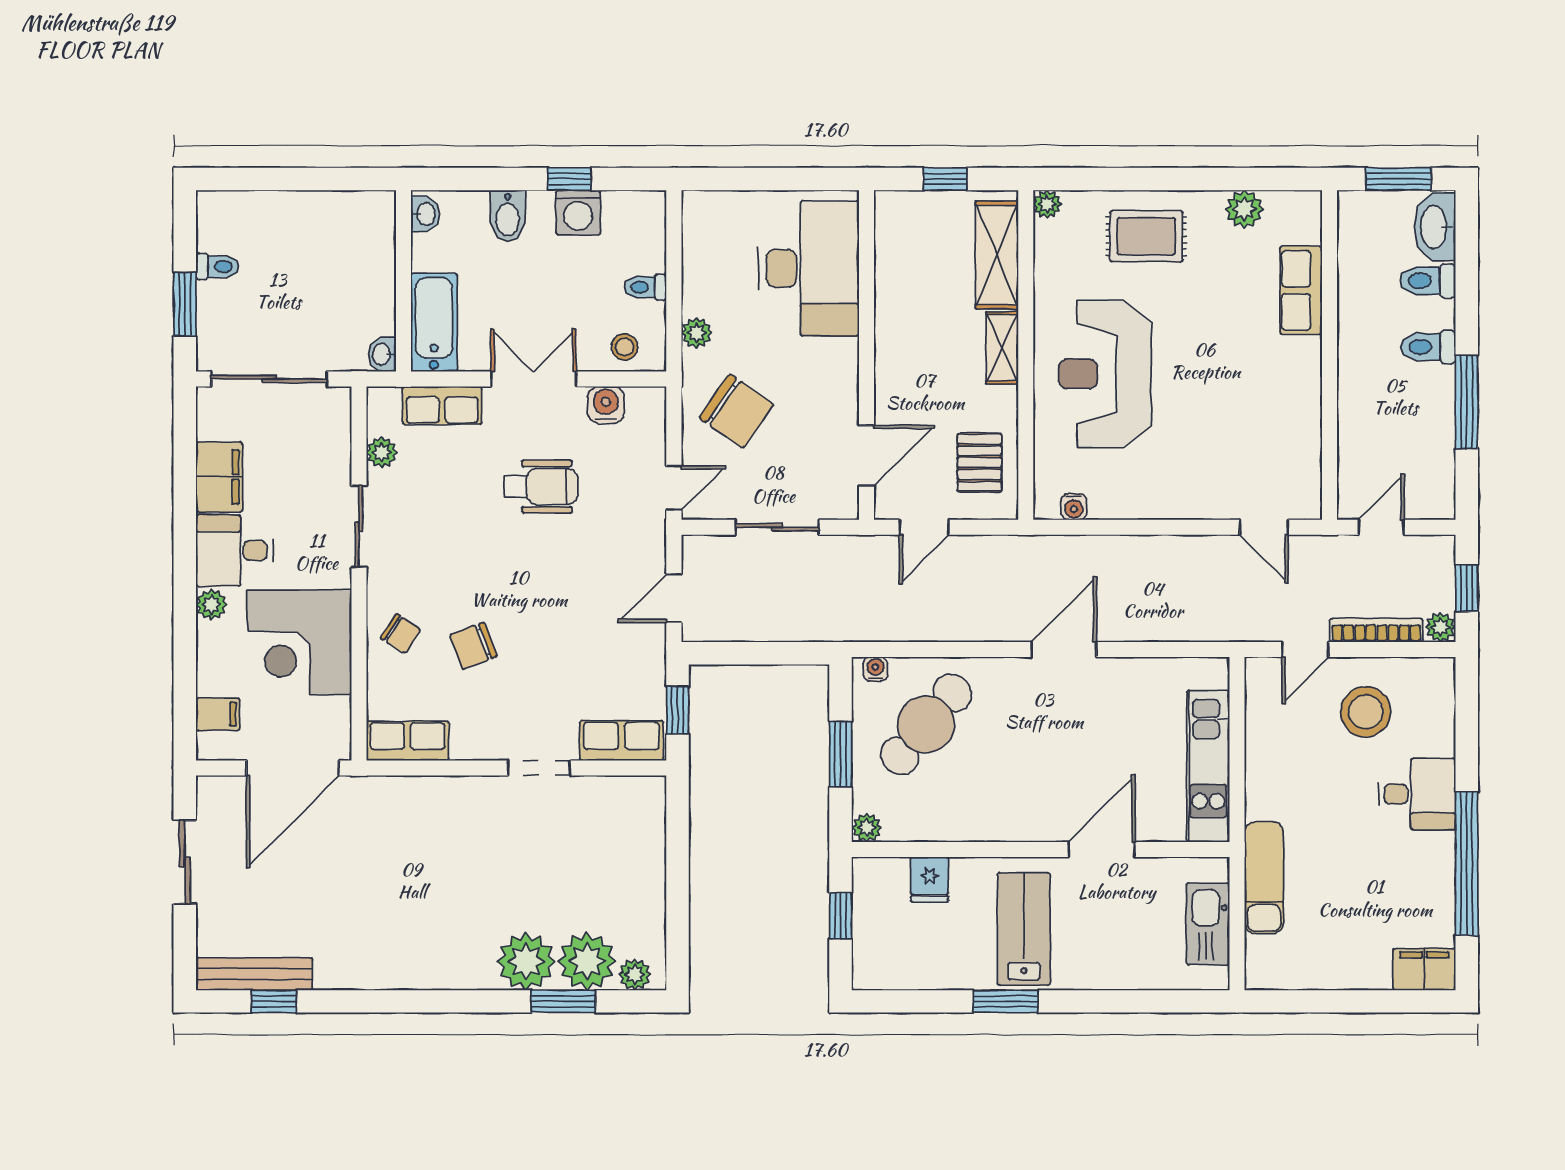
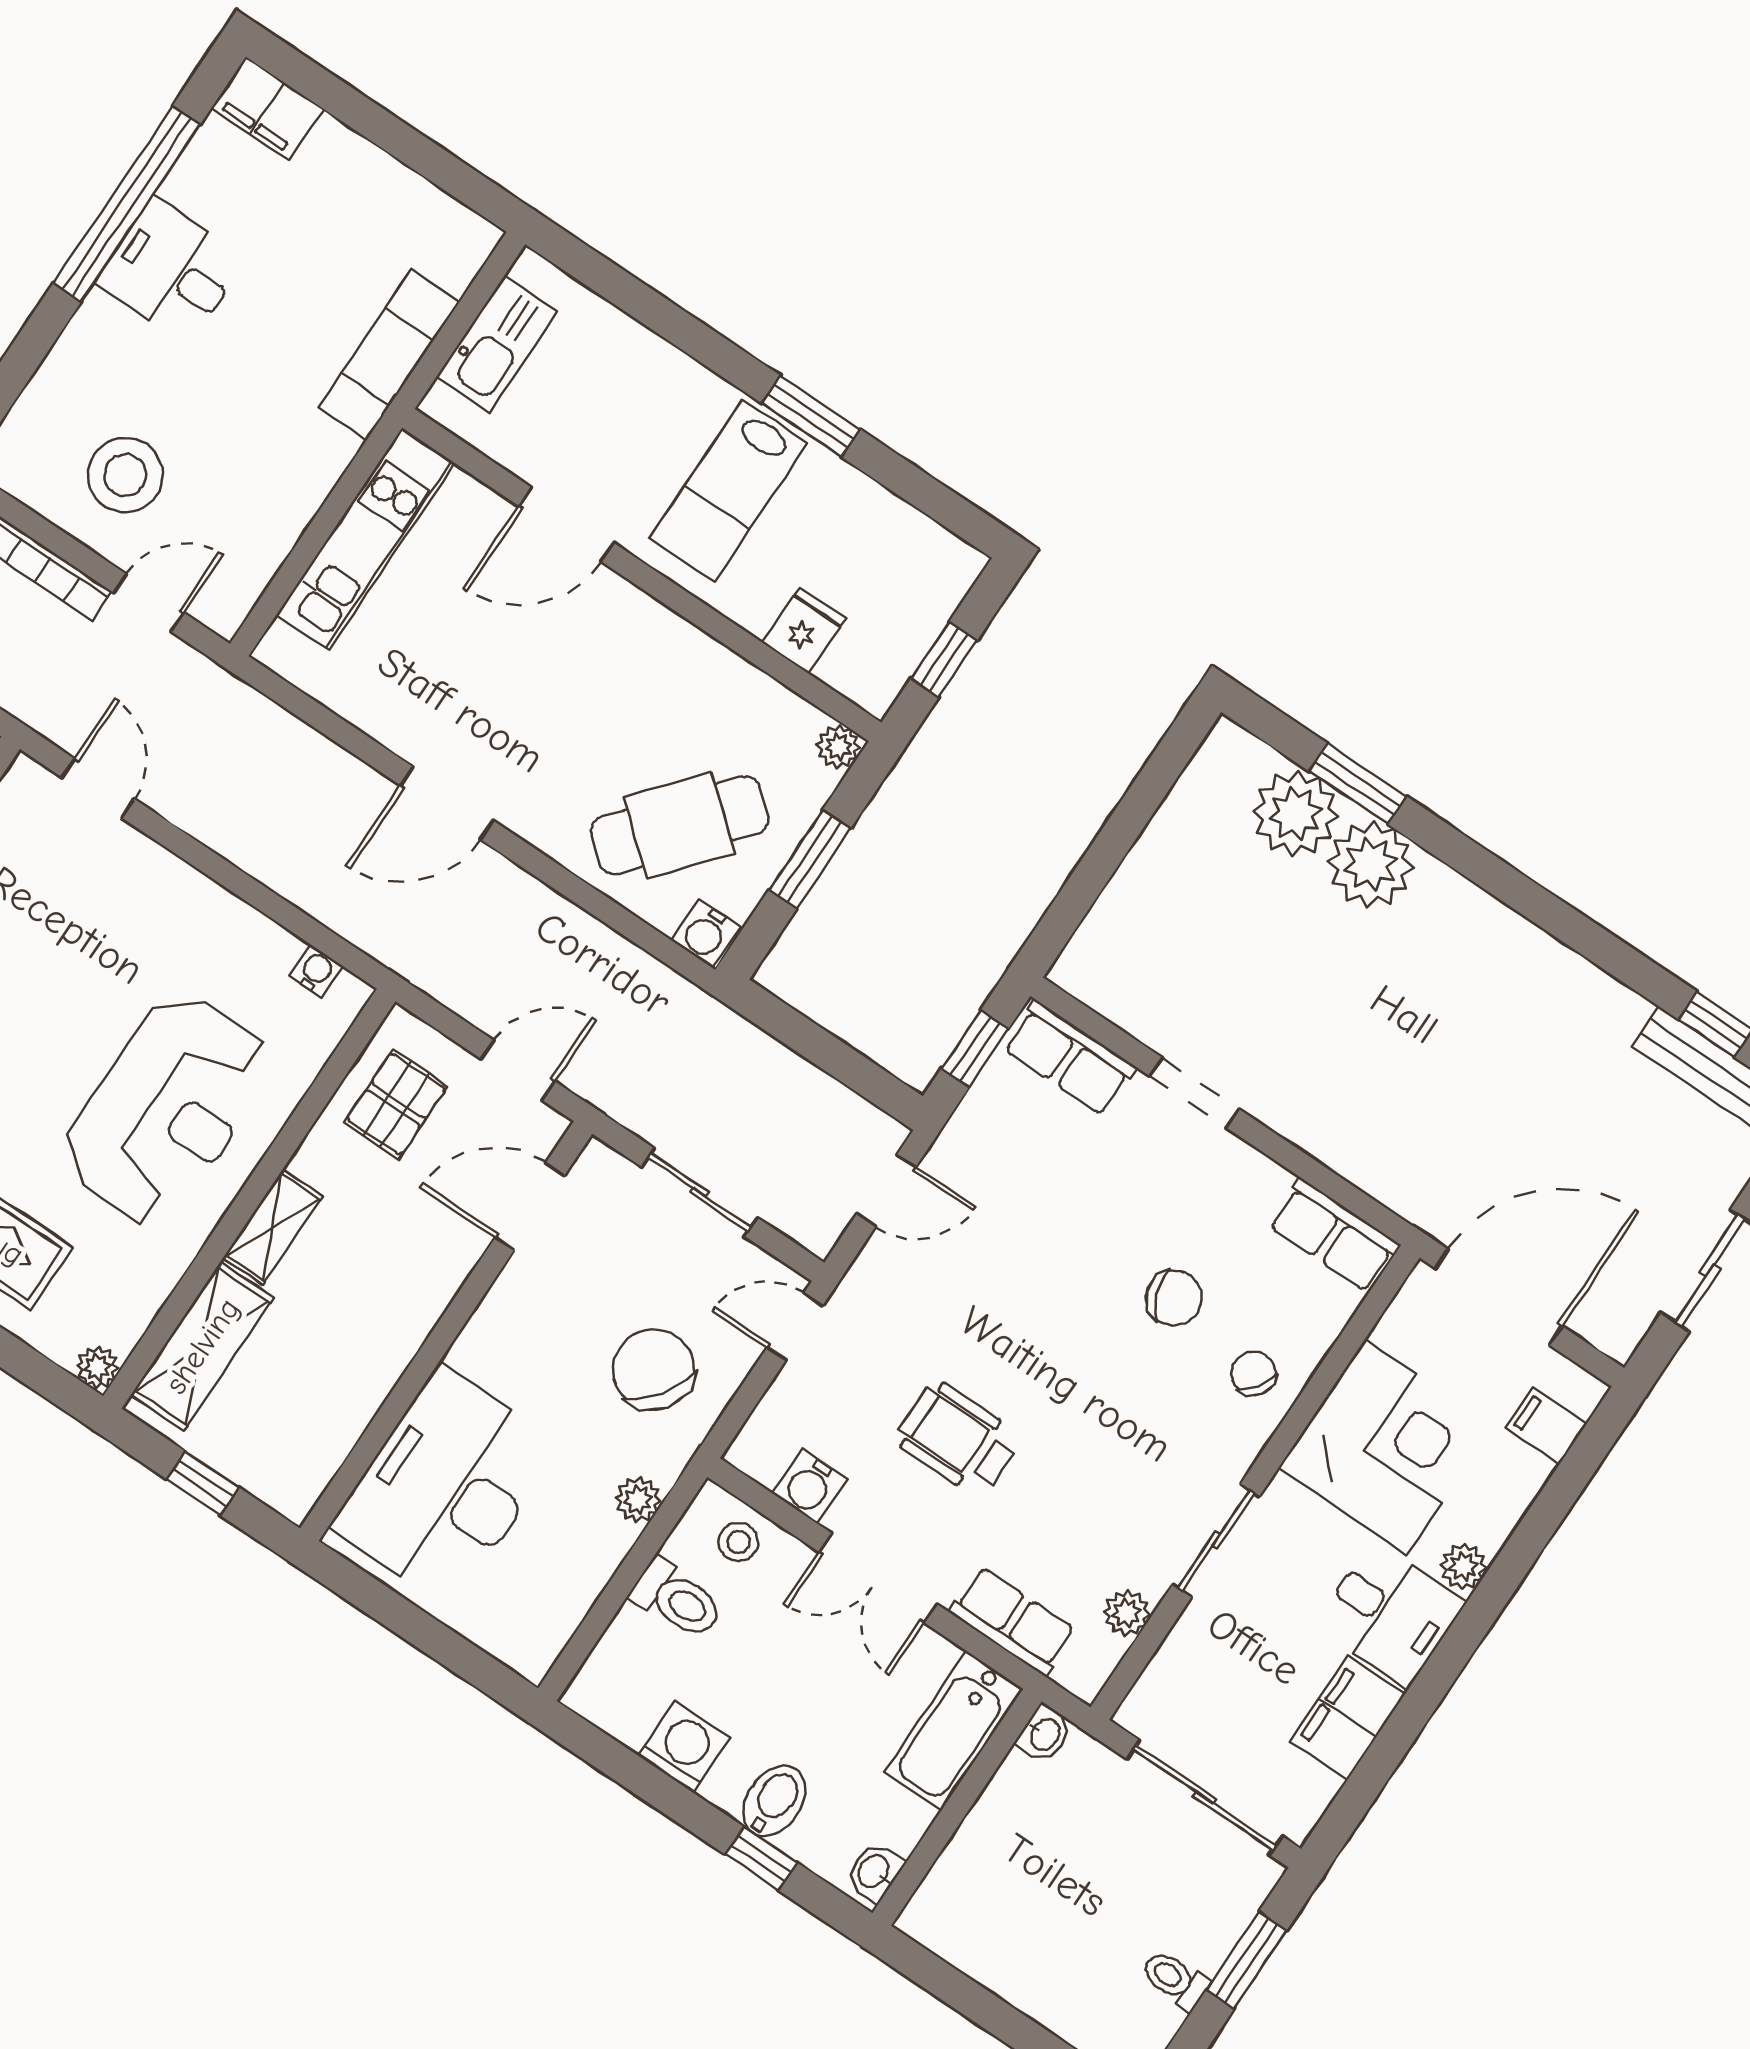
window: (569, 179) -> (761, 1858), moved
toilet: (645, 287) -> (677, 1599), width x1.37, depth x1.39
water cooler: (875, 669) -> (706, 934), width x1.38, depth x1.38
desk: (1417, 794) -> (171, 270), moved
plant: (635, 974) -> (1247, 758), removed

